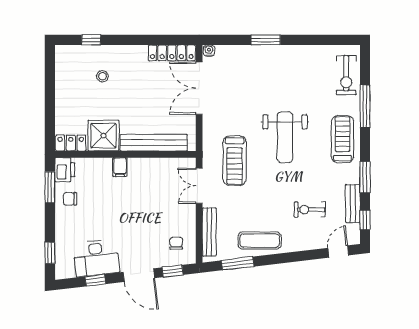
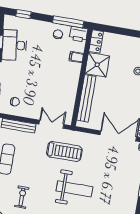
weight bench: (285, 137) -> (74, 189), turned 180
treadmill: (235, 161) -> (64, 151), turned 180
filing cabinet: (120, 167) -> (76, 57), moved
window: (50, 187) -> (68, 22), width x1.44

